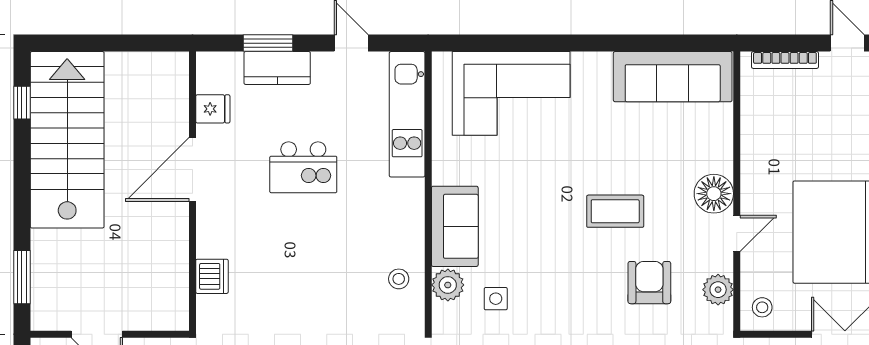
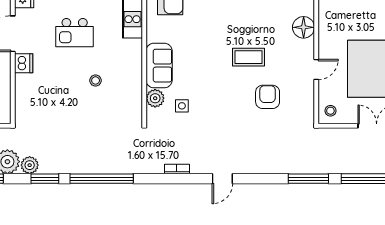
floor lamp: (714, 194) -> (304, 27), moved
dishwasher: (212, 276) -> (24, 63), moved
stool: (399, 279) -> (96, 80), moved
plant: (718, 290) -> (306, 101), removed

